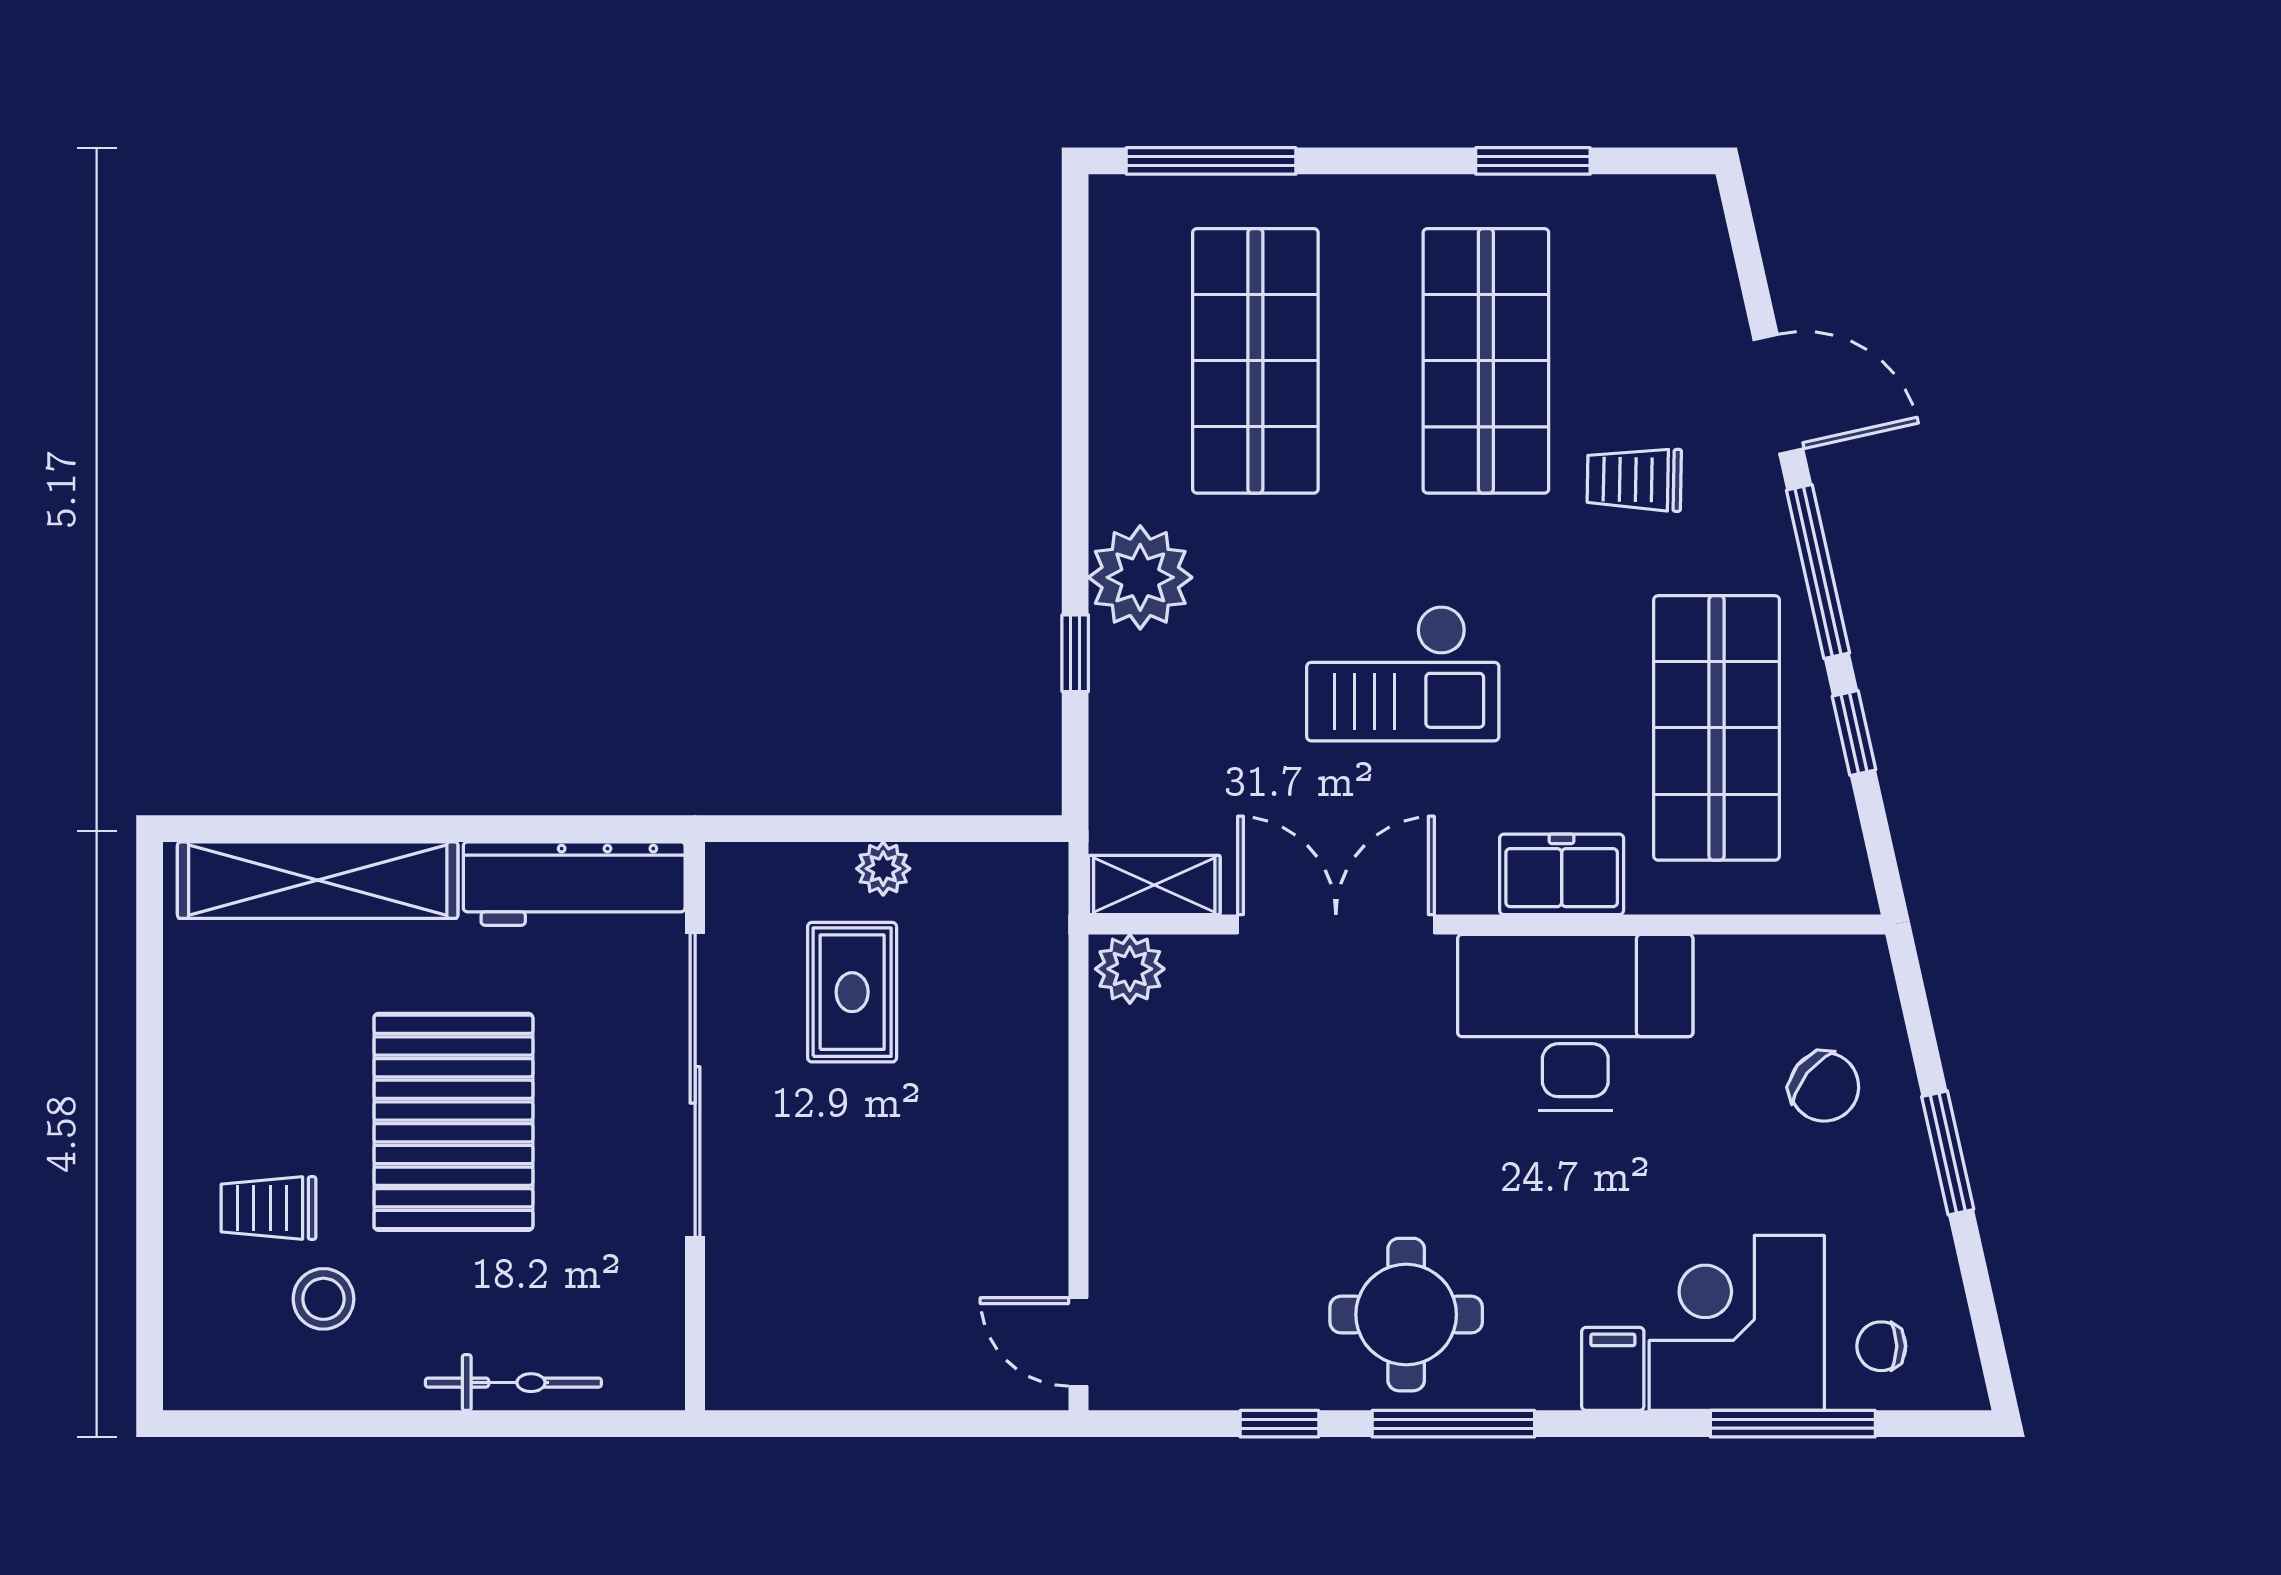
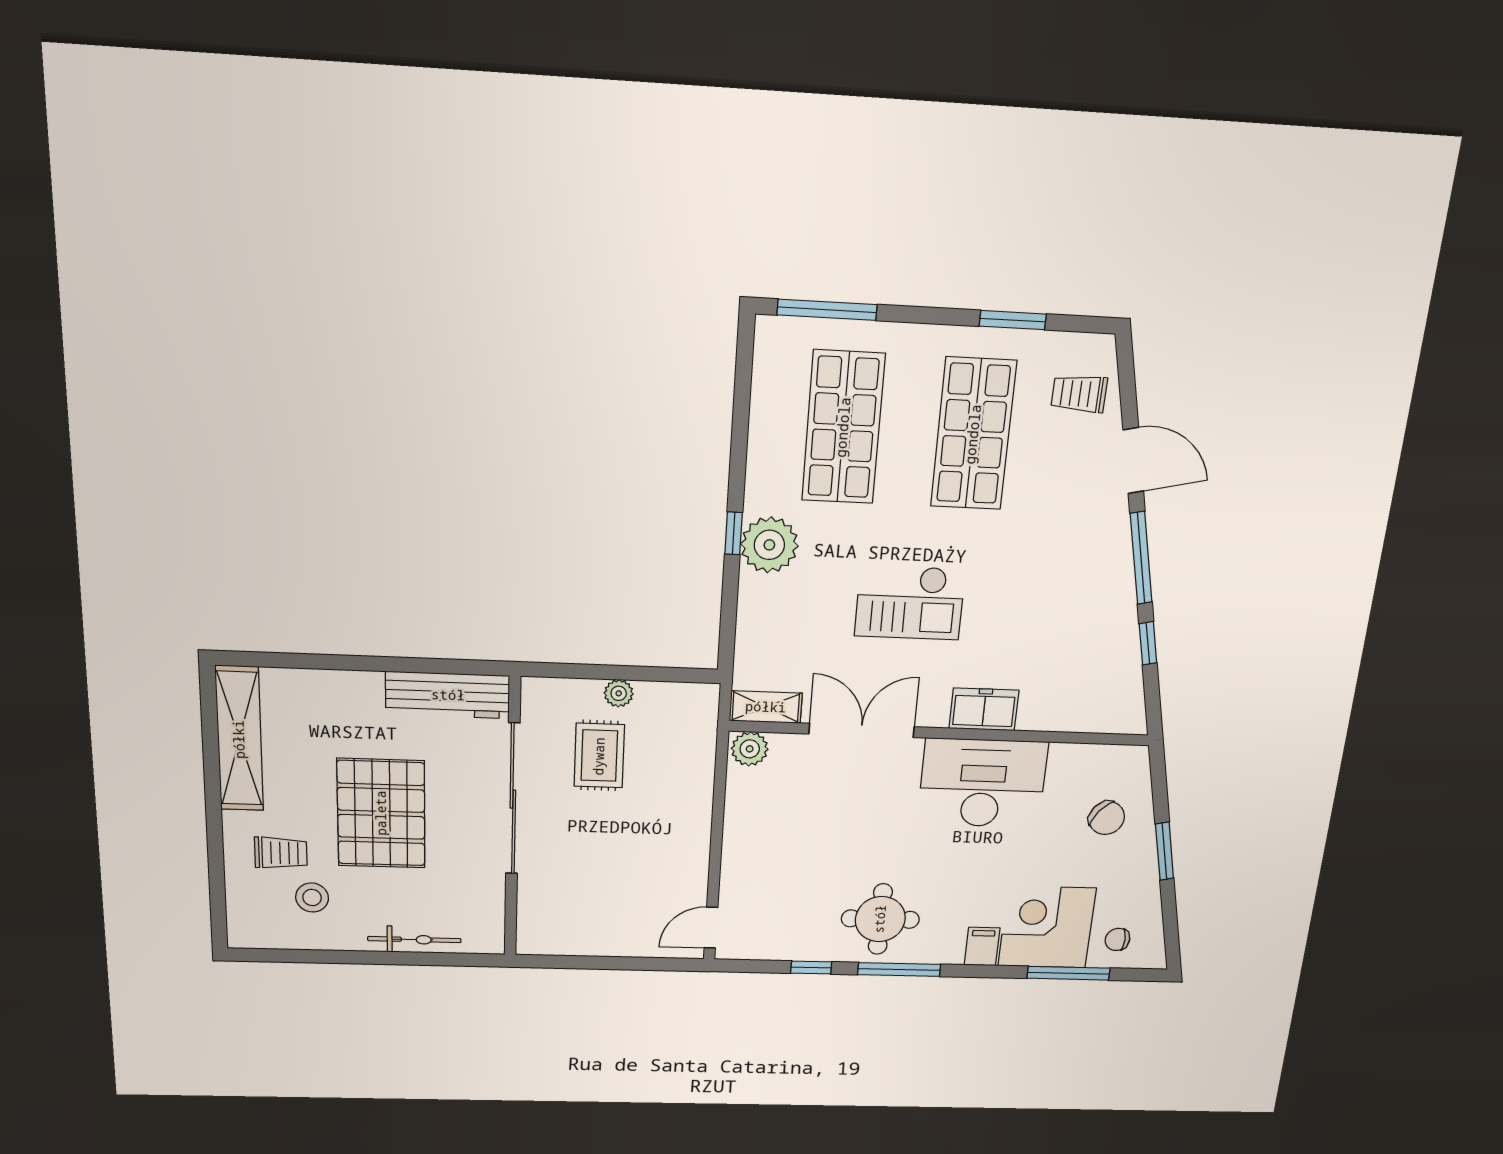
trolley: (1634, 480) -> (1079, 394), moved
window: (1075, 653) -> (734, 533), moved
shop shelf: (1717, 728) -> (1075, 638), removed
shelving: (318, 880) -> (239, 739), moved, turned 90
trolley: (268, 1208) -> (281, 853), turned 180
door: (1078, 1342) -> (711, 928), hinge flipped

